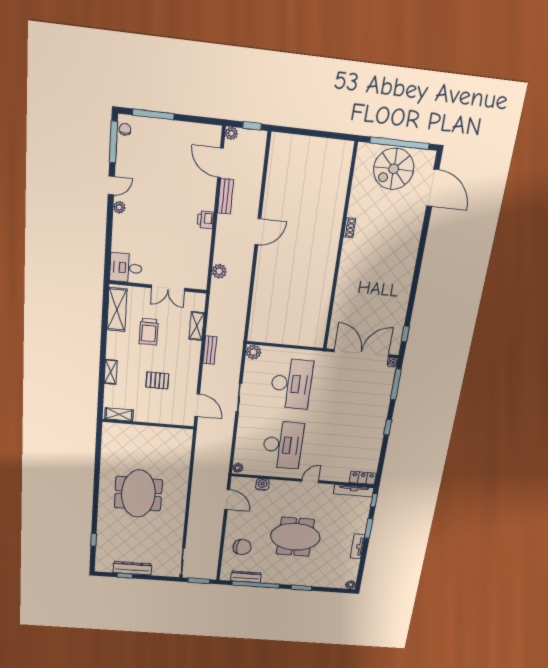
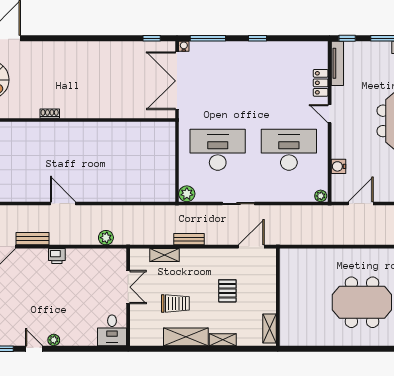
shelving: (117, 309) -> (186, 337), moved
locker: (363, 478) -> (321, 83), moved

